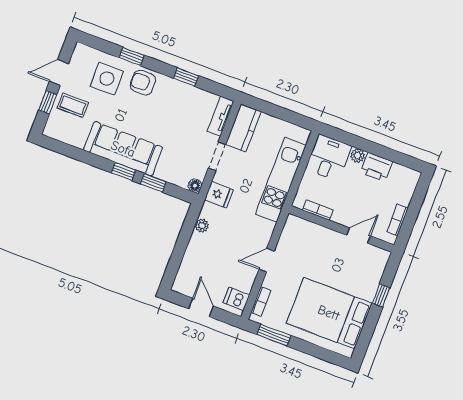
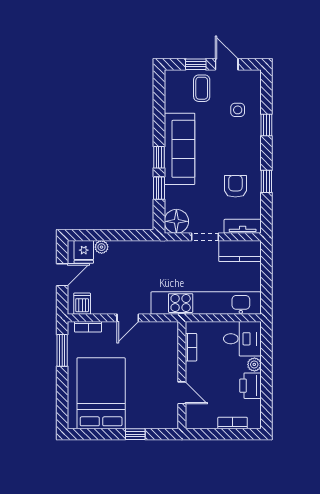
side table: (107, 79) -> (238, 110), width x0.54, depth x0.54
armchair: (143, 83) -> (235, 186), moved
kitchen unit: (281, 180) -> (206, 303), width x1.36
floor lamp: (195, 186) -> (176, 221), width x1.89, depth x1.89
fridge: (219, 195) -> (84, 252), moved
bookcase: (398, 220) -> (233, 423), moved
plant: (202, 226) -> (102, 247), moved
door: (267, 260) -> (128, 318), swing flipped

